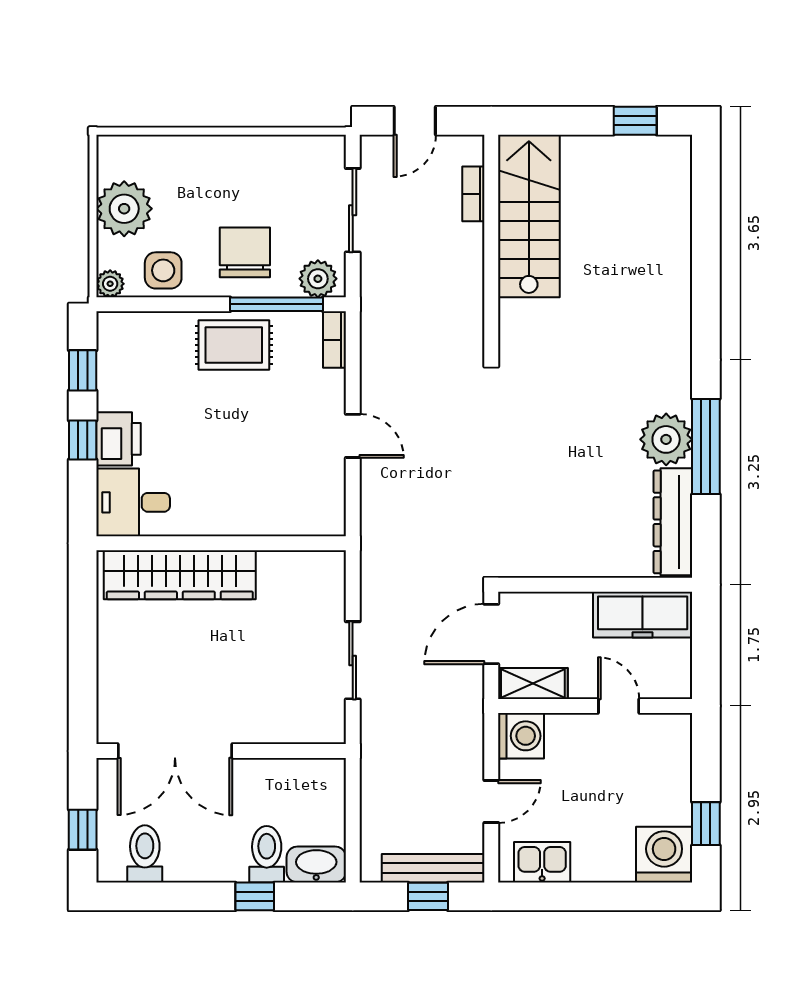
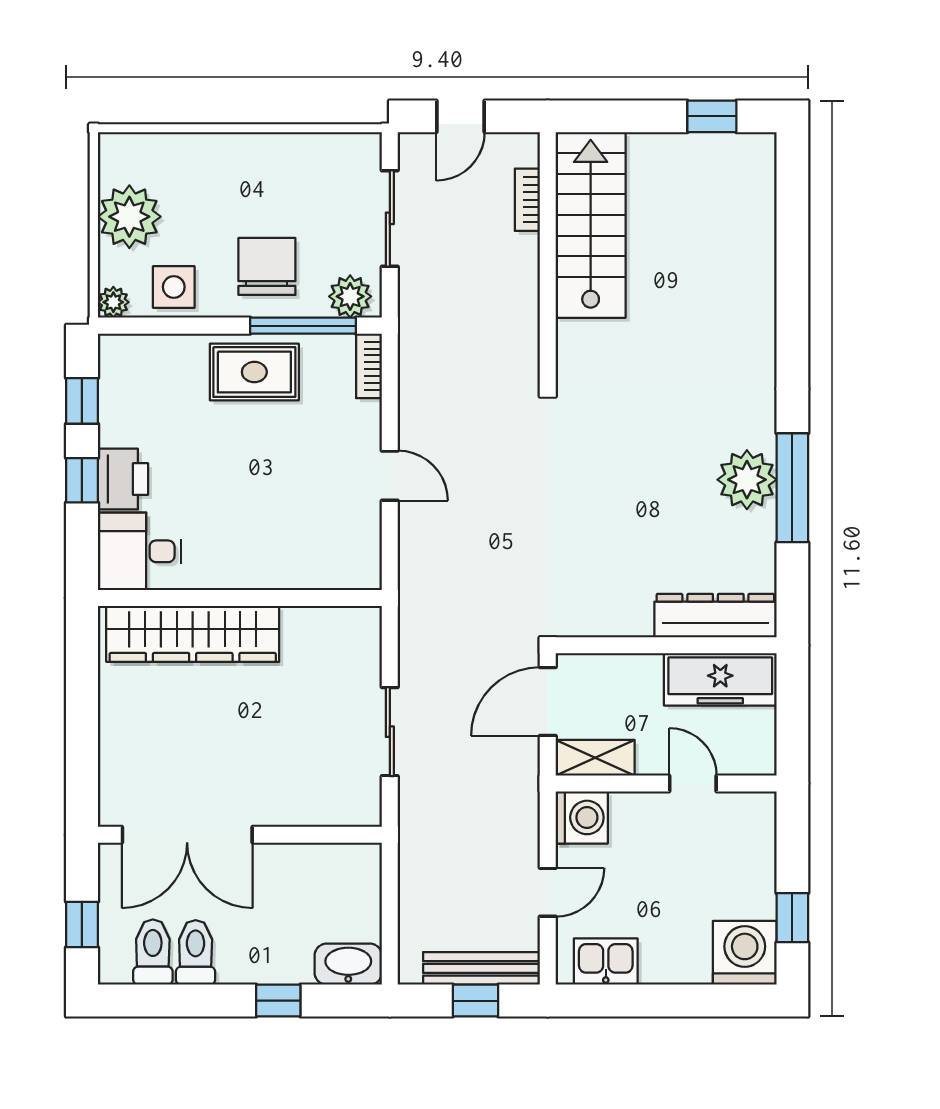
dresser: (673, 522) -> (715, 616), moved, turned 90
toilet: (267, 854) -> (196, 952), moved

